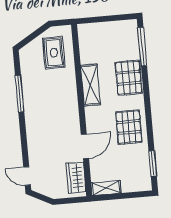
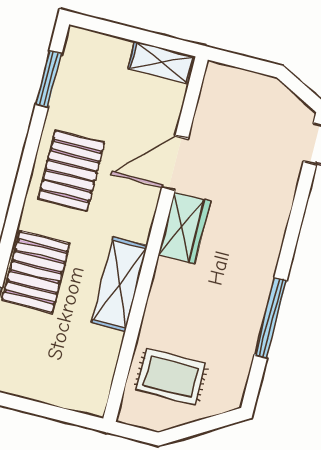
rug: (54, 53) -> (171, 377), turned 90
wardrobe: (76, 178) -> (184, 228), moved

